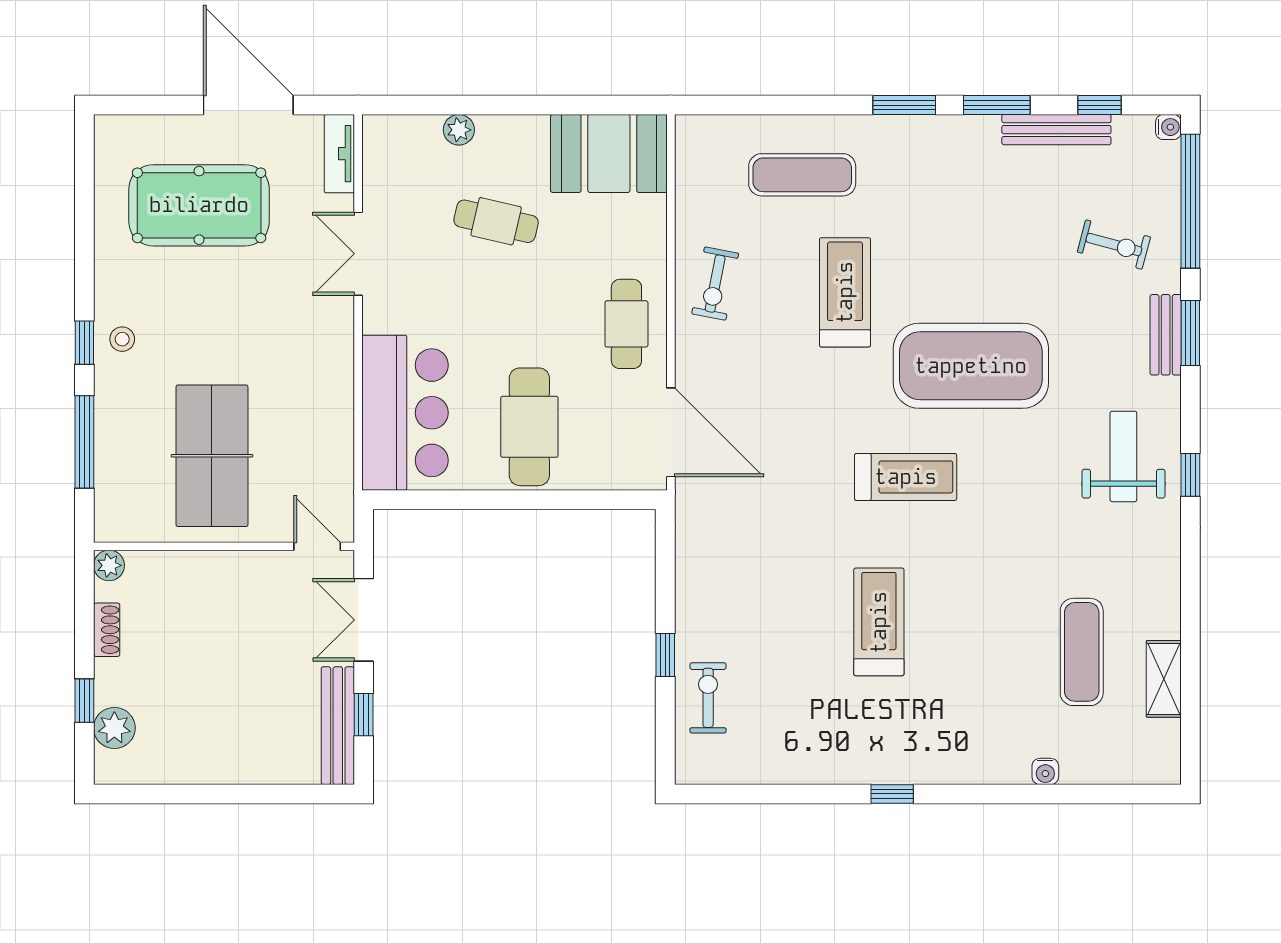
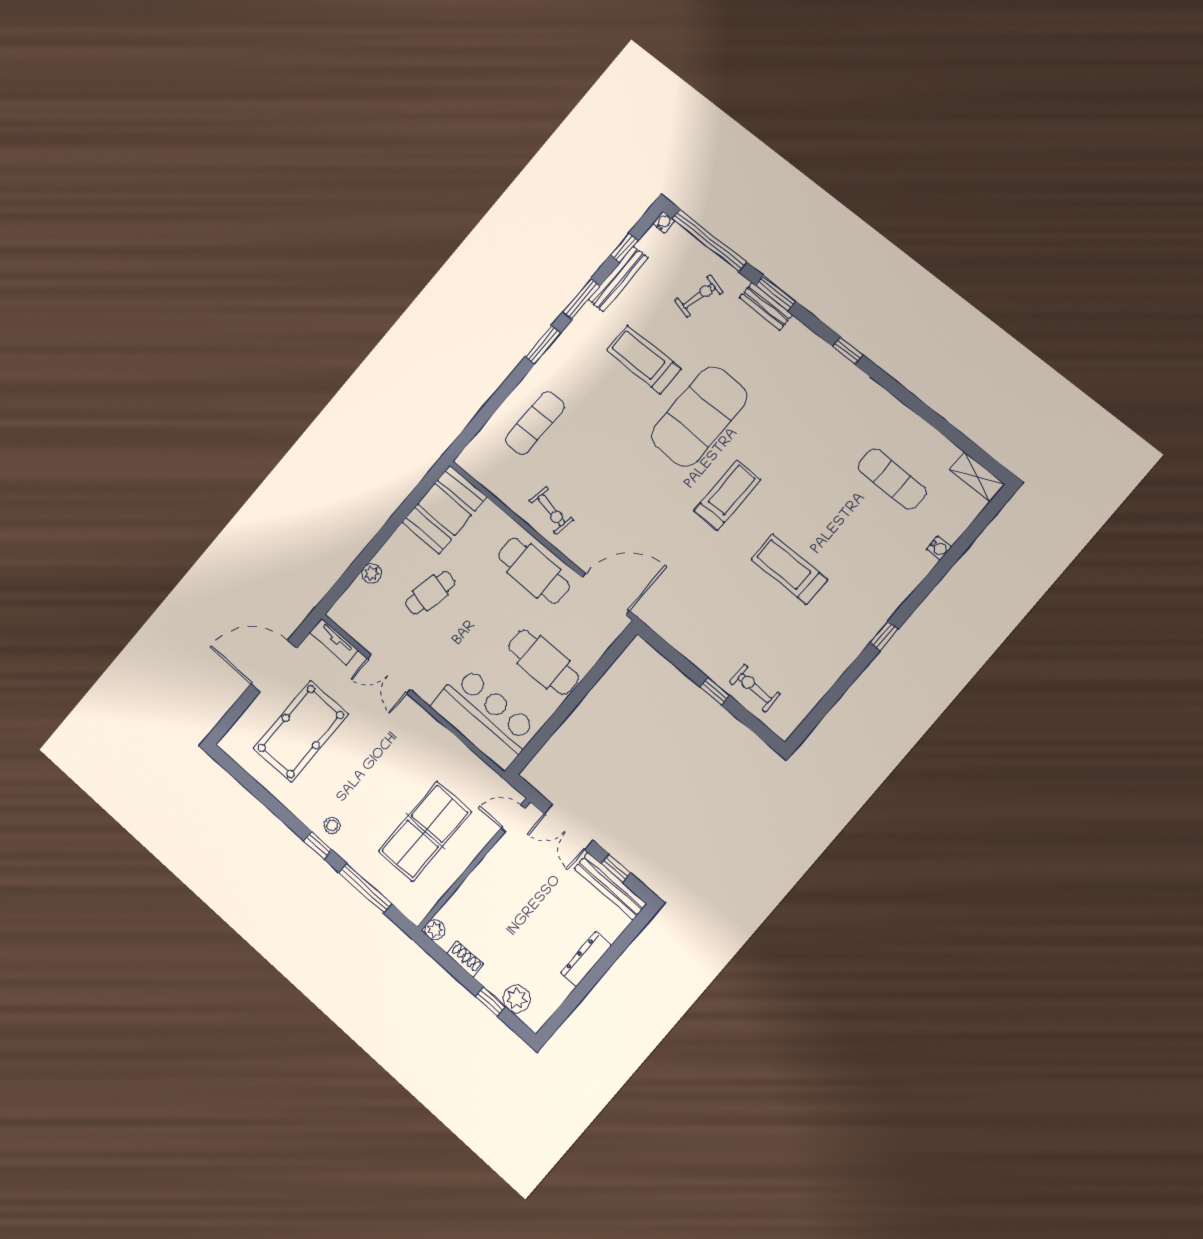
treadmill: (845, 292) -> (644, 360), moved
cafe table: (626, 324) -> (534, 571), width x1.37, depth x1.35
table tennis table: (212, 456) -> (425, 831), turned 90
weight bench: (1123, 456) -> (810, 377), removed
shelving: (1164, 679) -> (977, 477), moved
dresser: (230, 769) -> (586, 959), added

